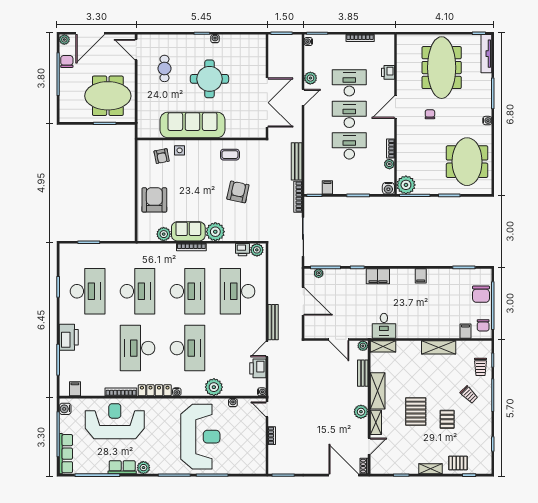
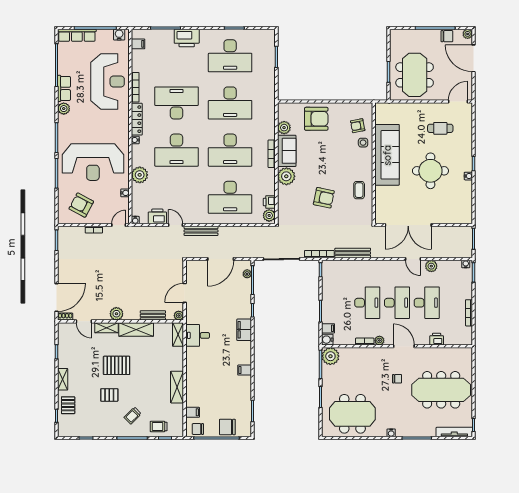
plant: (389, 164) -> (379, 340), moved
filing cabinet: (327, 187) -> (328, 328), moved
desk: (238, 291) -> (230, 197), turned 180
armchair: (246, 449) -> (81, 205), added

